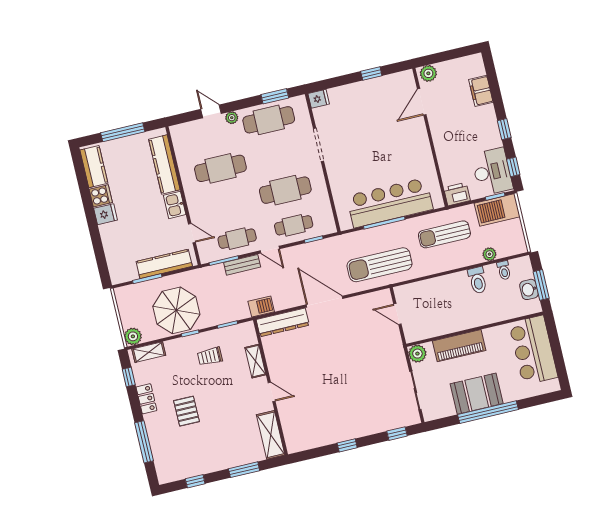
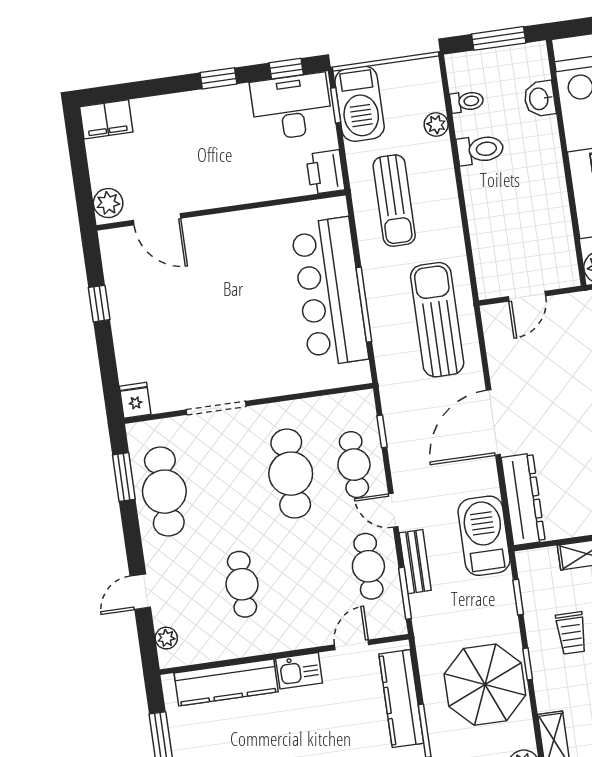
filing cabinet: (481, 91) -> (106, 119), moved
plant: (232, 118) -> (166, 638), moved
cafe table: (220, 168) -> (242, 584), width x0.73, depth x0.74
door: (270, 250) -> (393, 510), swing flipped
sun lounger: (380, 265) -> (437, 320), turned 180
washbasin: (529, 289) -> (540, 99), moved, turned 90
barbecue: (261, 306) -> (484, 536), width x1.88, depth x1.53

